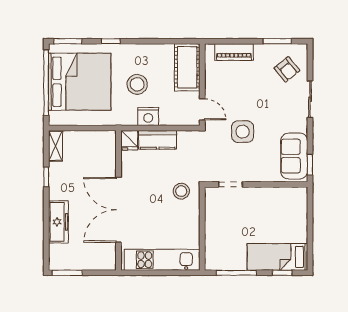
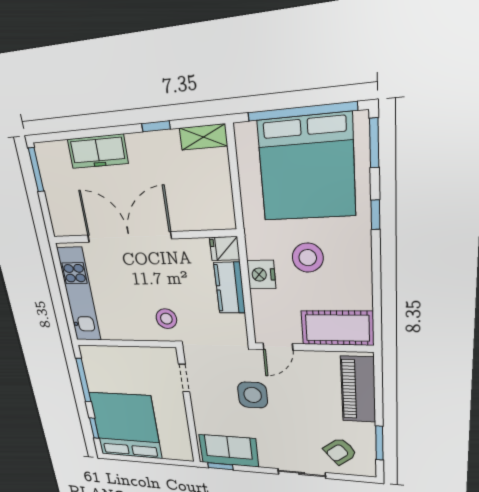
piano: (234, 52) -> (358, 389), width x1.37, depth x1.33
bed: (277, 257) -> (126, 426), width x2.04

